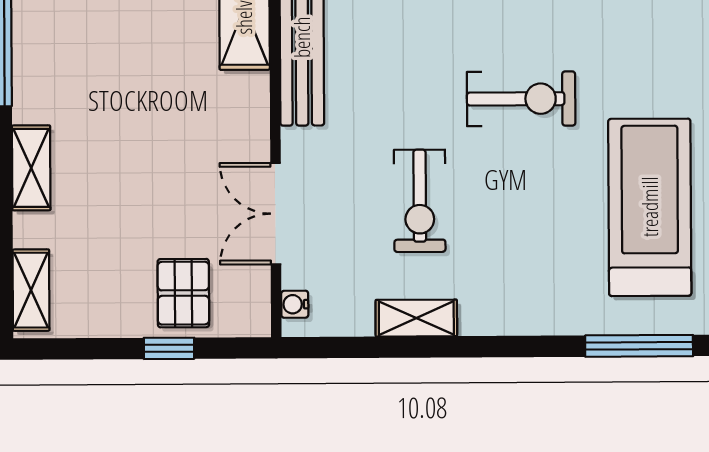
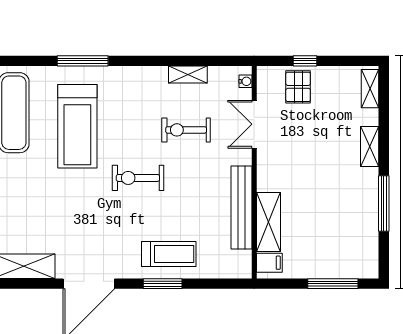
exercise bike: (420, 201) -> (186, 130), turned -90
double door: (276, 214) -> (254, 124), swing flipped

